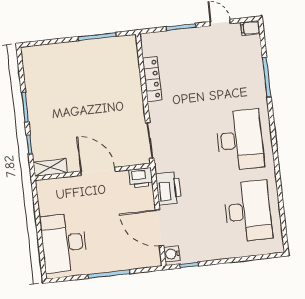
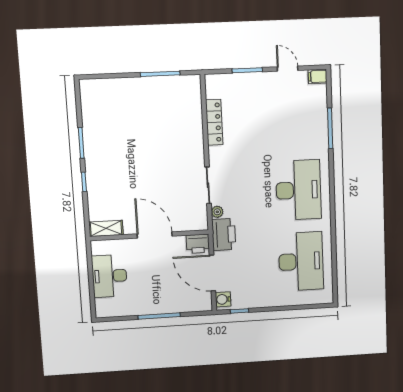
plant: (161, 166) -> (217, 212), added
shelving: (50, 167) -> (106, 228), moved
door: (98, 171) -> (155, 235), moved
wall: (93, 172) -> (150, 235), moved
printer: (141, 178) -> (198, 244), moved
desk: (64, 243) -> (109, 276), width x0.73, depth x0.77

